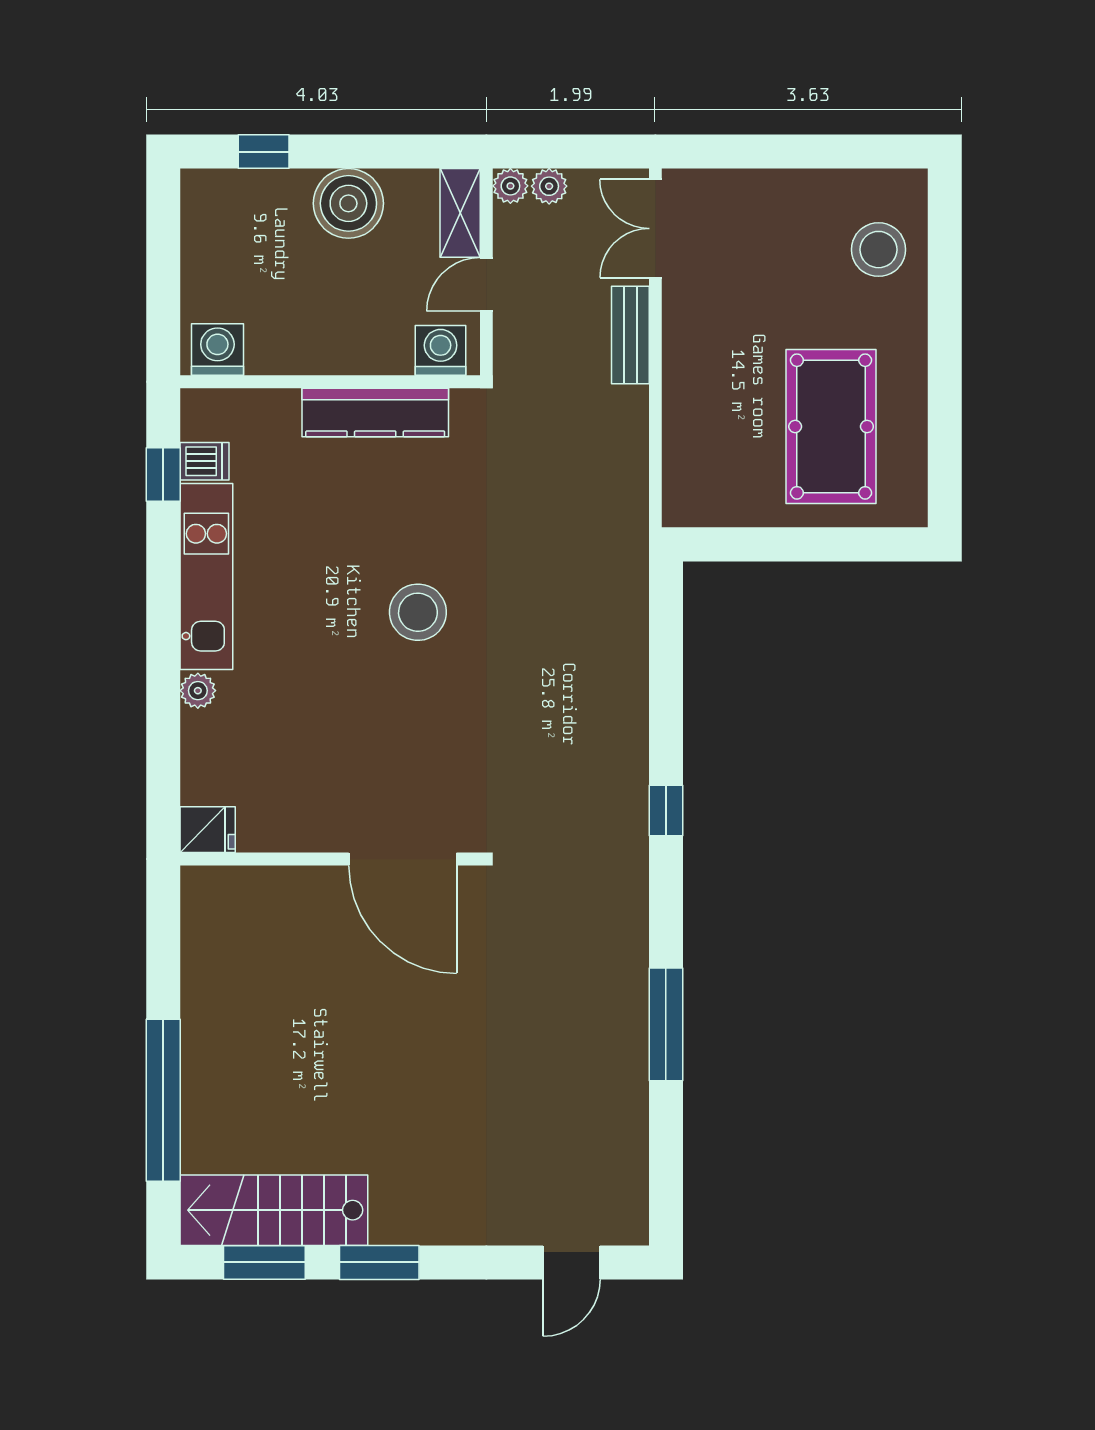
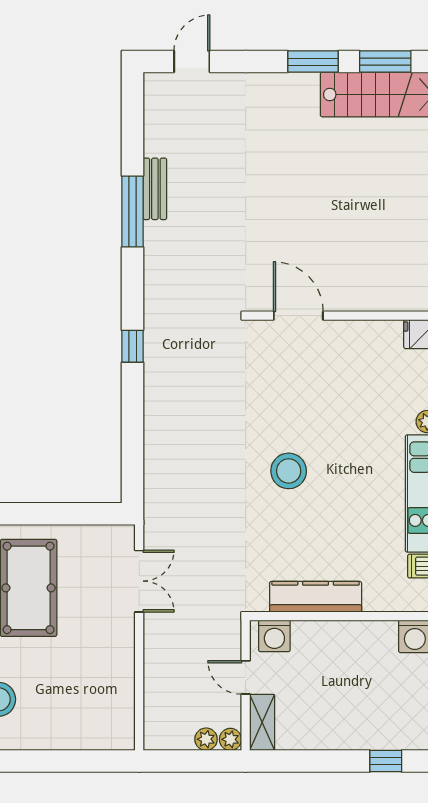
boiler: (348, 203) -> (332, 728), removed
double door: (655, 229) -> (139, 581), moved
door: (486, 284) -> (246, 677), swing flipped
bench: (630, 335) -> (155, 189), moved
door: (403, 859) -> (298, 316), width x0.73

